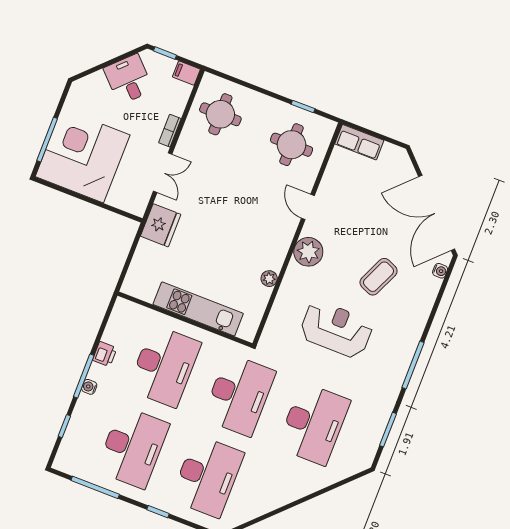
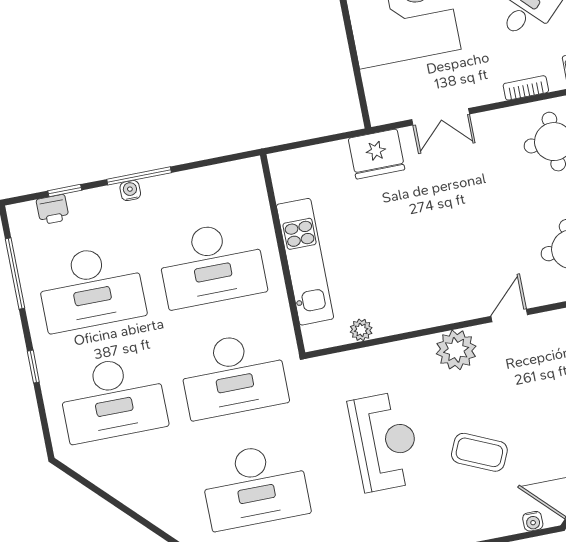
bookcase: (170, 131) -> (526, 88), moved
plant: (269, 279) -> (361, 330), moved
printer: (105, 354) -> (53, 210), moved

